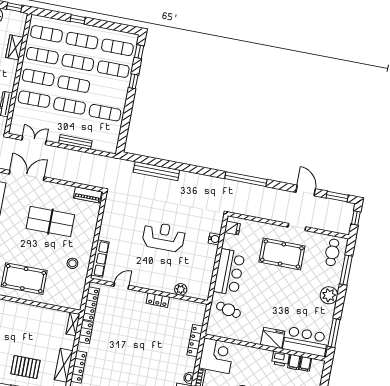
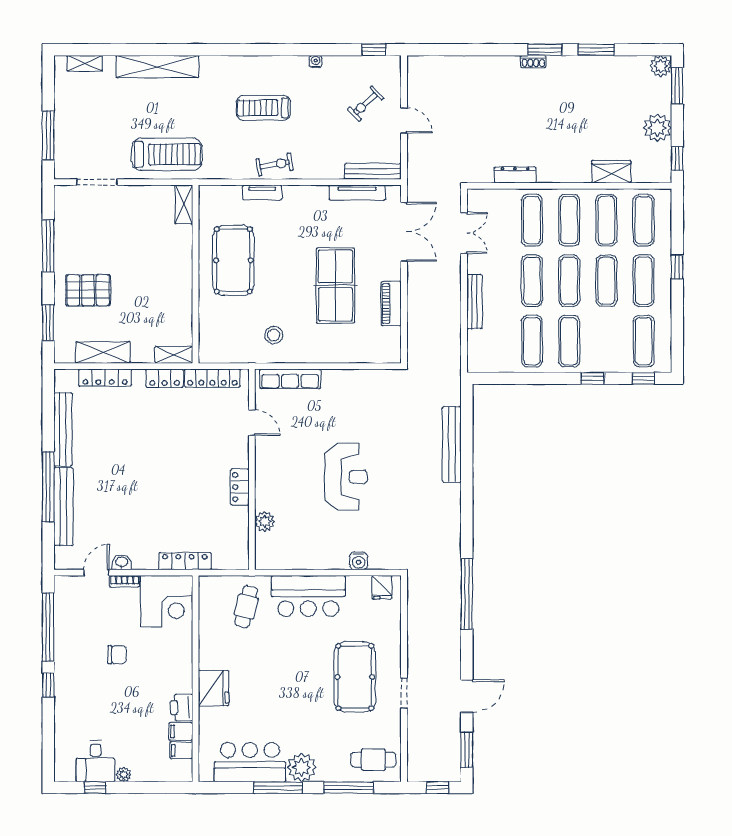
exercise mat: (113, 69) -> (569, 341), moved
piano: (88, 195) -> (391, 304), moved
window: (334, 333) -> (278, 788), moved
bar counter: (305, 341) -> (250, 762), moved, turned -90
pallet: (25, 367) -> (88, 290), turned 90

